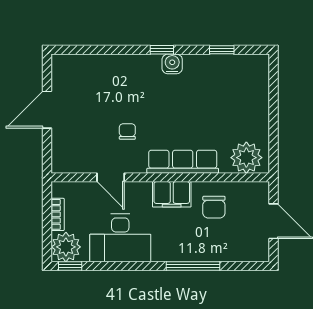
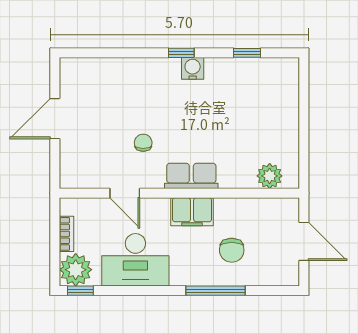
plant: (246, 158) -> (270, 176), width x0.73, depth x0.73
row of seats: (183, 162) -> (191, 176), width x0.68
chair: (214, 207) -> (232, 250), moved

